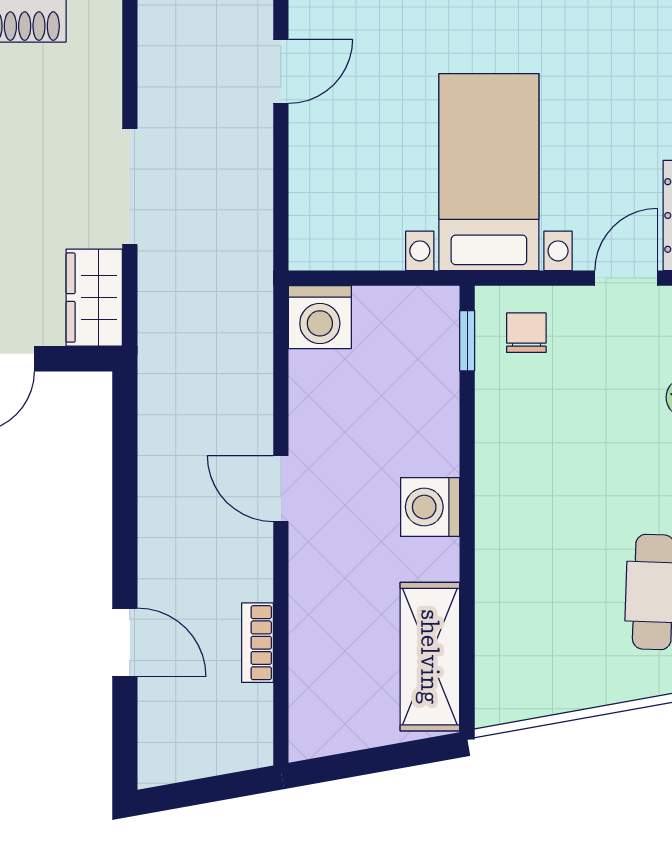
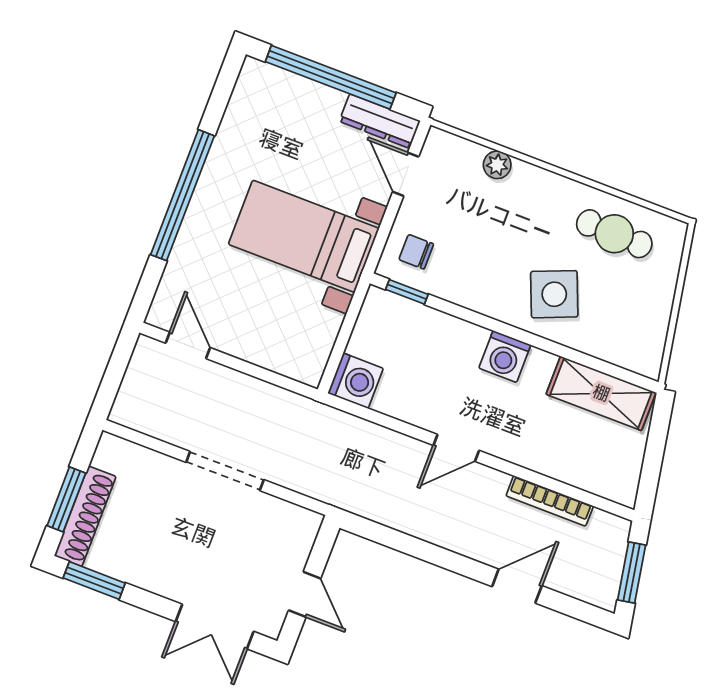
wardrobe: (94, 298) -> (288, 521), removed
side table: (540, 542) -> (554, 294), added
bookcase: (257, 643) -> (550, 501), width x1.56
window: (203, 791) -> (632, 572), added

